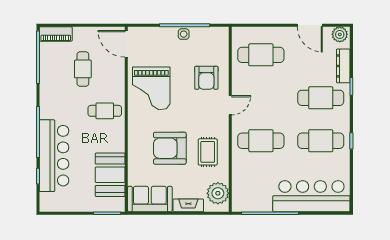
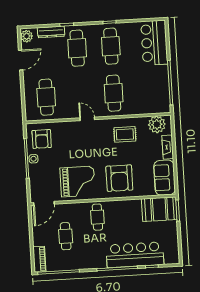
cafe table: (83, 69) -> (66, 236), turned 90
armchair: (206, 78) -> (42, 139), moved, turned 90
armchair: (170, 148) -> (119, 178), moved
booth: (110, 175) -> (159, 209), moved
bar counter: (311, 196) -> (154, 43), width x0.73

